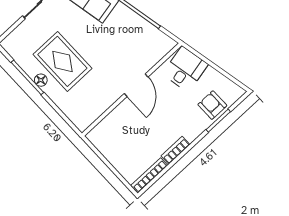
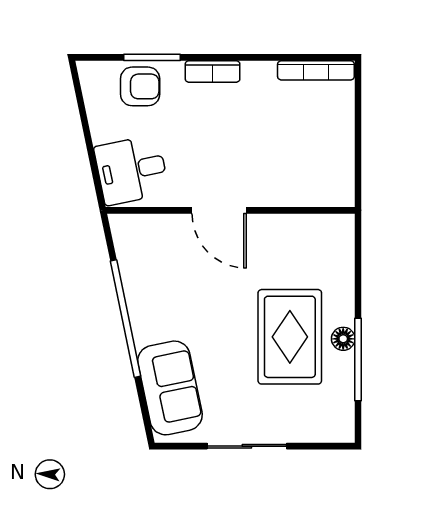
door: (136, 85) -> (219, 210), swing flipped
armchair: (212, 105) -> (140, 86), turned -90
bookcase: (175, 150) -> (213, 71), moved

